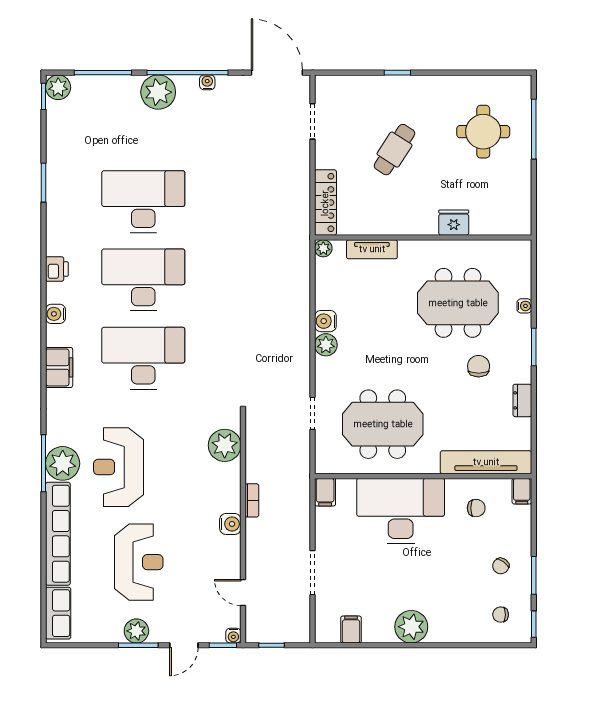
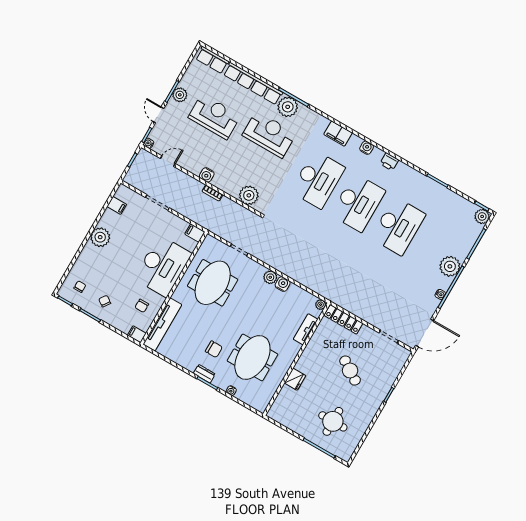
dresser: (522, 400) -> (204, 374), moved
reception desk: (139, 562) -> (214, 117), turned 180

